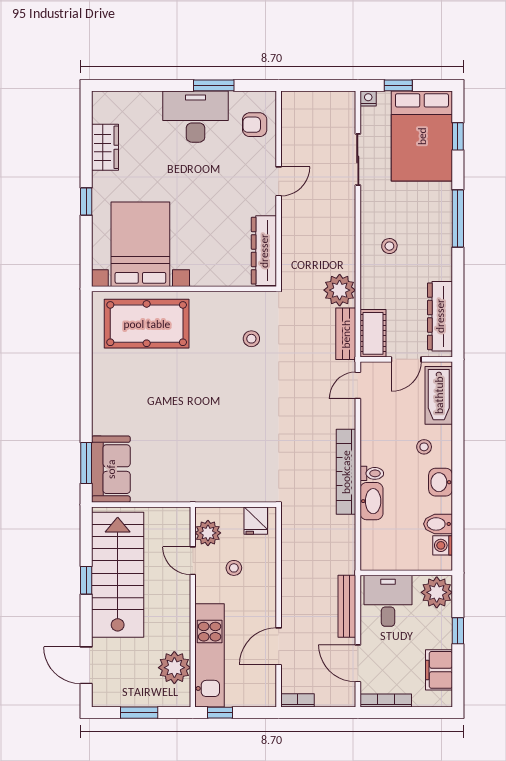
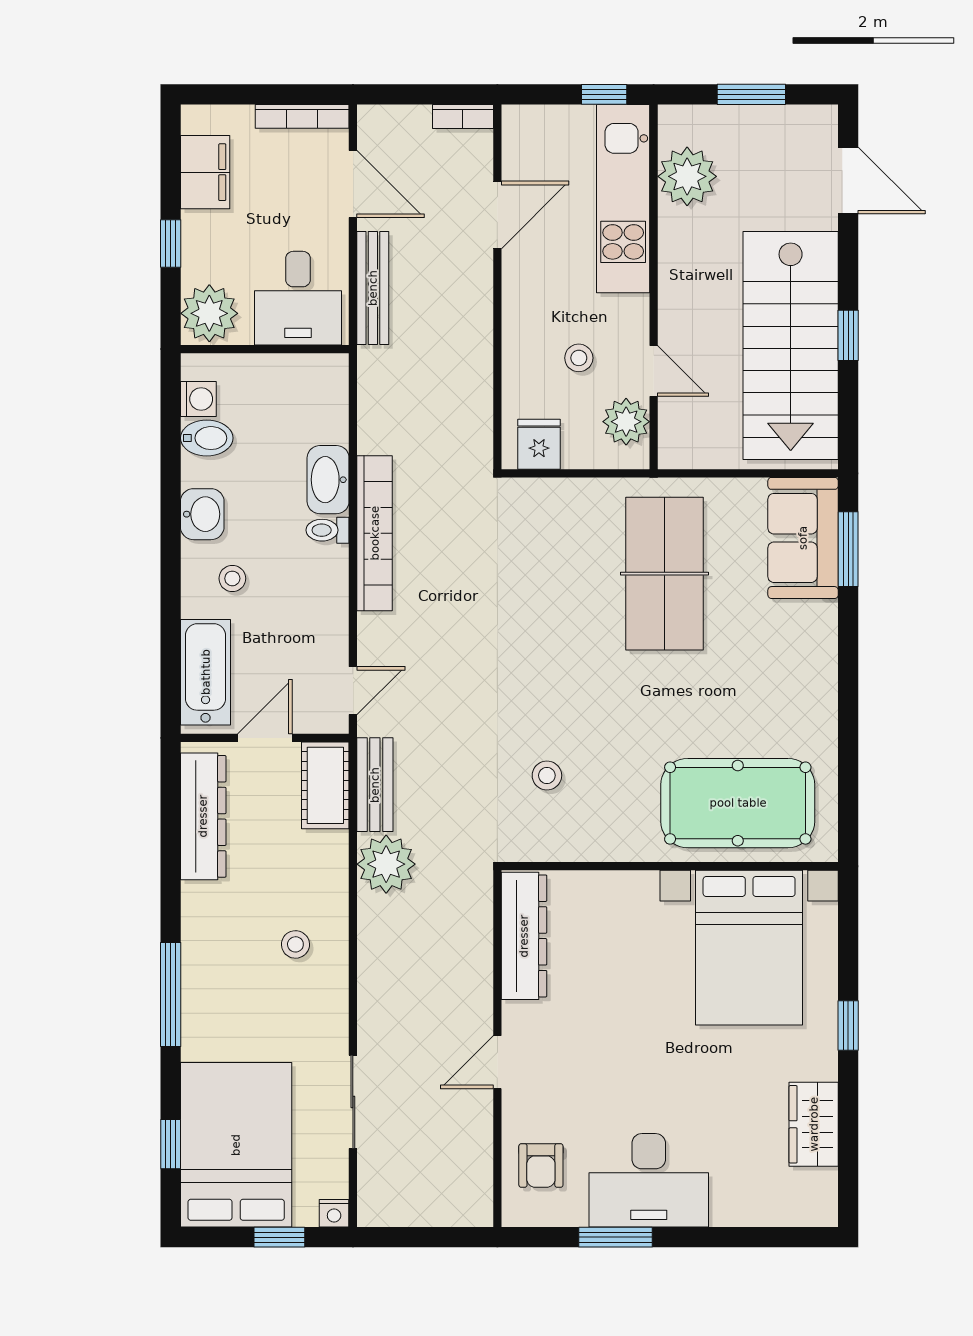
armchair: (255, 125) -> (541, 1165), turned 90
table tennis table: (187, 450) -> (664, 574), added

